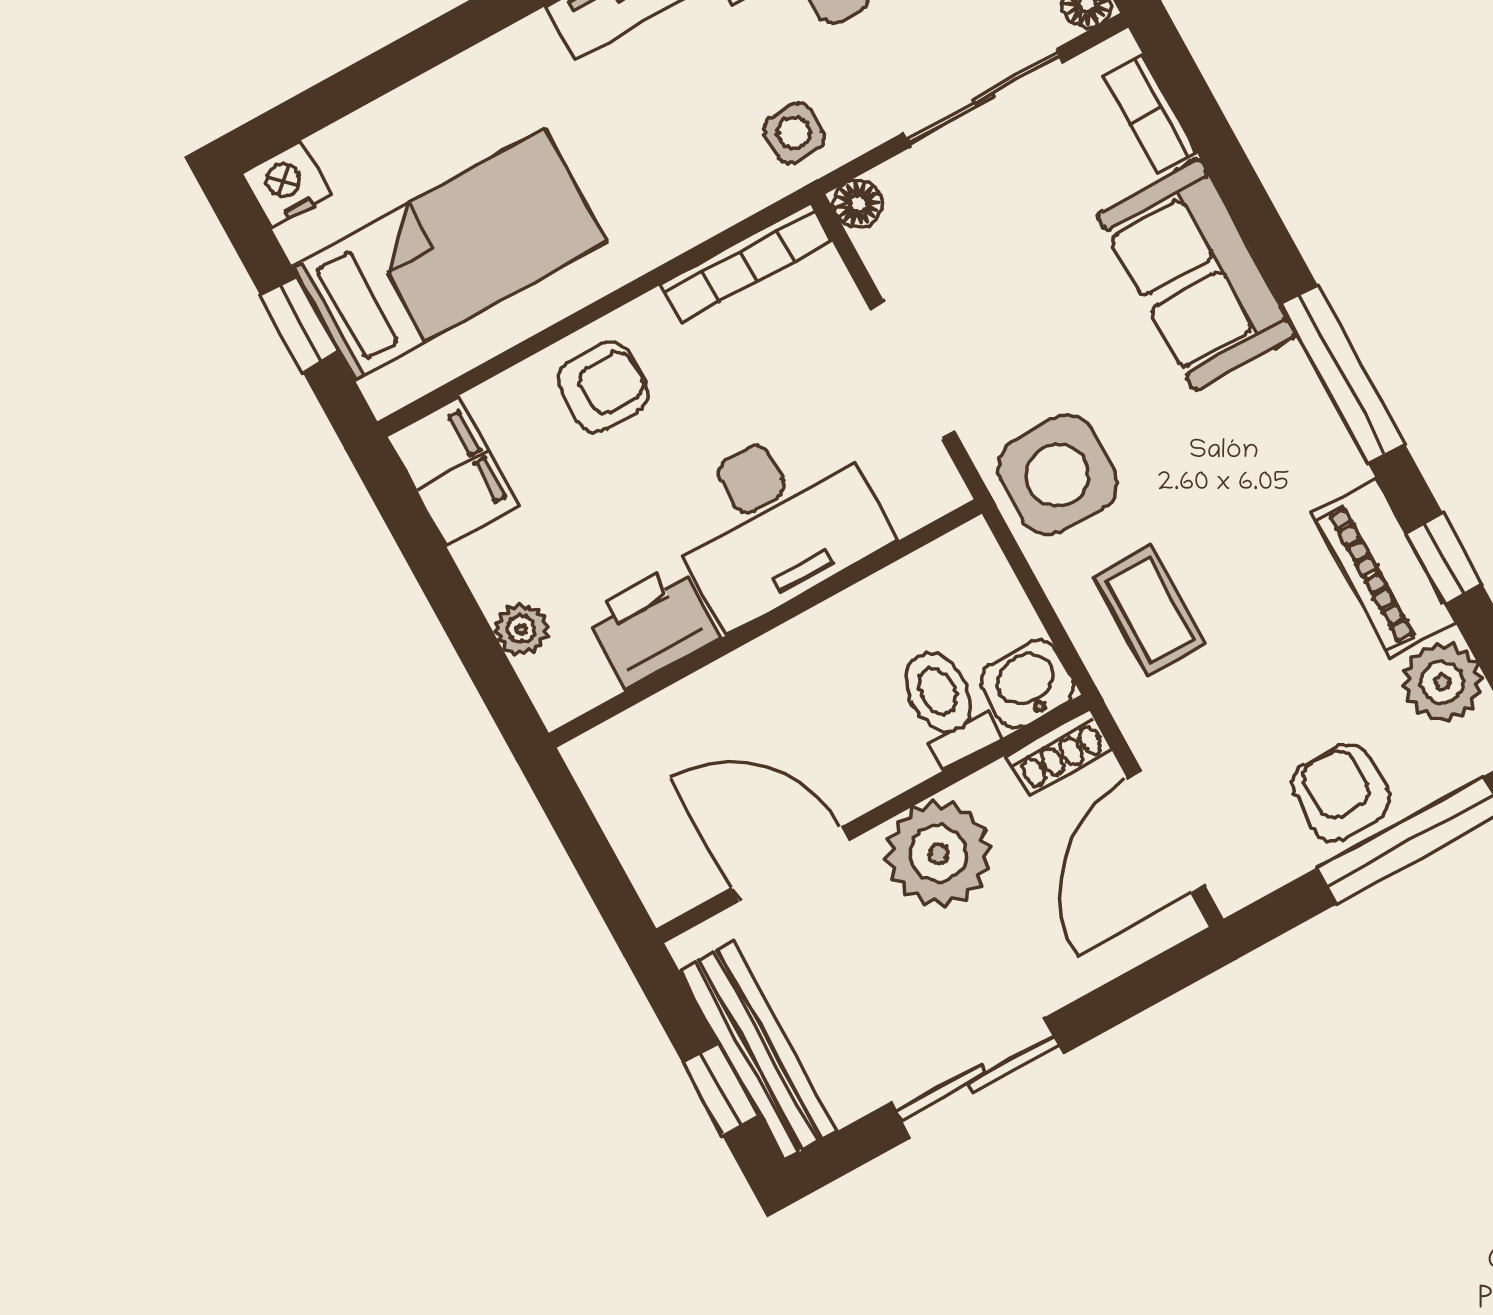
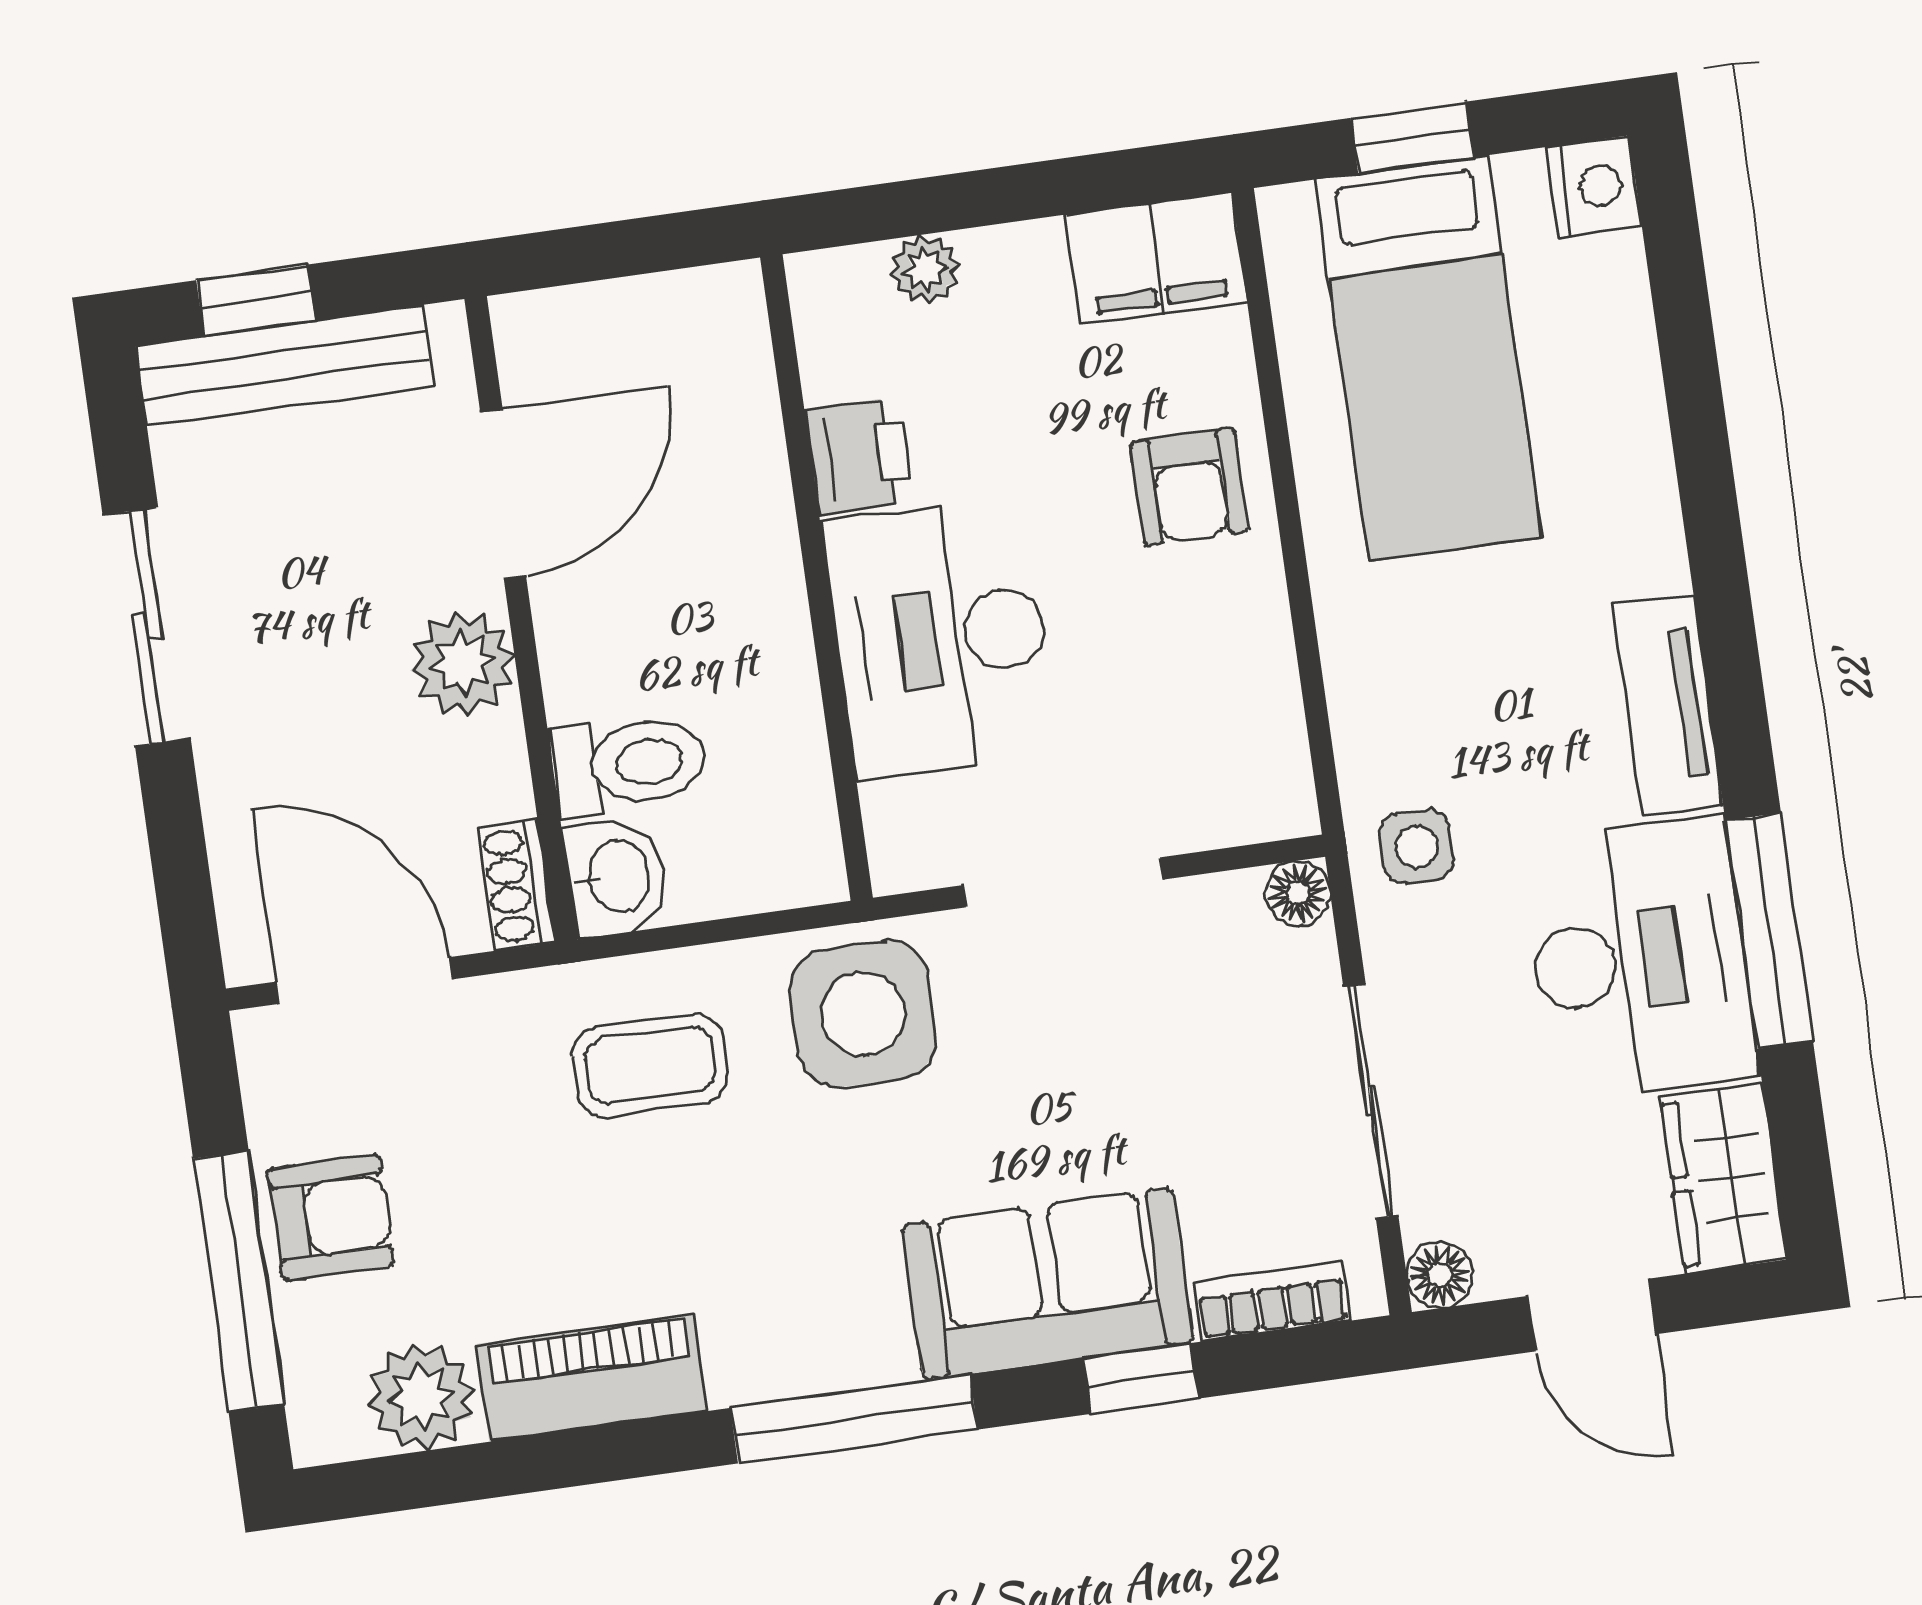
bookcase: (746, 263) -> (1277, 725), removed
window: (1444, 559) -> (1141, 1378), moved
printer: (652, 625) -> (859, 456), width x0.73, depth x0.81
plant: (938, 853) -> (463, 663), width x0.73, depth x0.73

